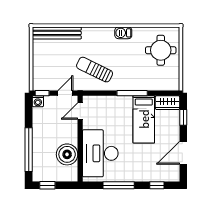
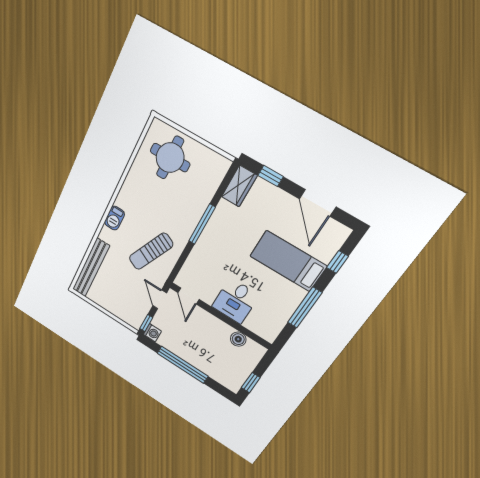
barbecue: (123, 33) -> (114, 218), moved
bed: (144, 119) -> (288, 261), moved, turned 180
window: (29, 150) -> (182, 365), moved
desk: (100, 153) -> (235, 301), width x0.53, depth x0.77
boiler: (67, 154) -> (238, 339), width x0.54, depth x0.54

